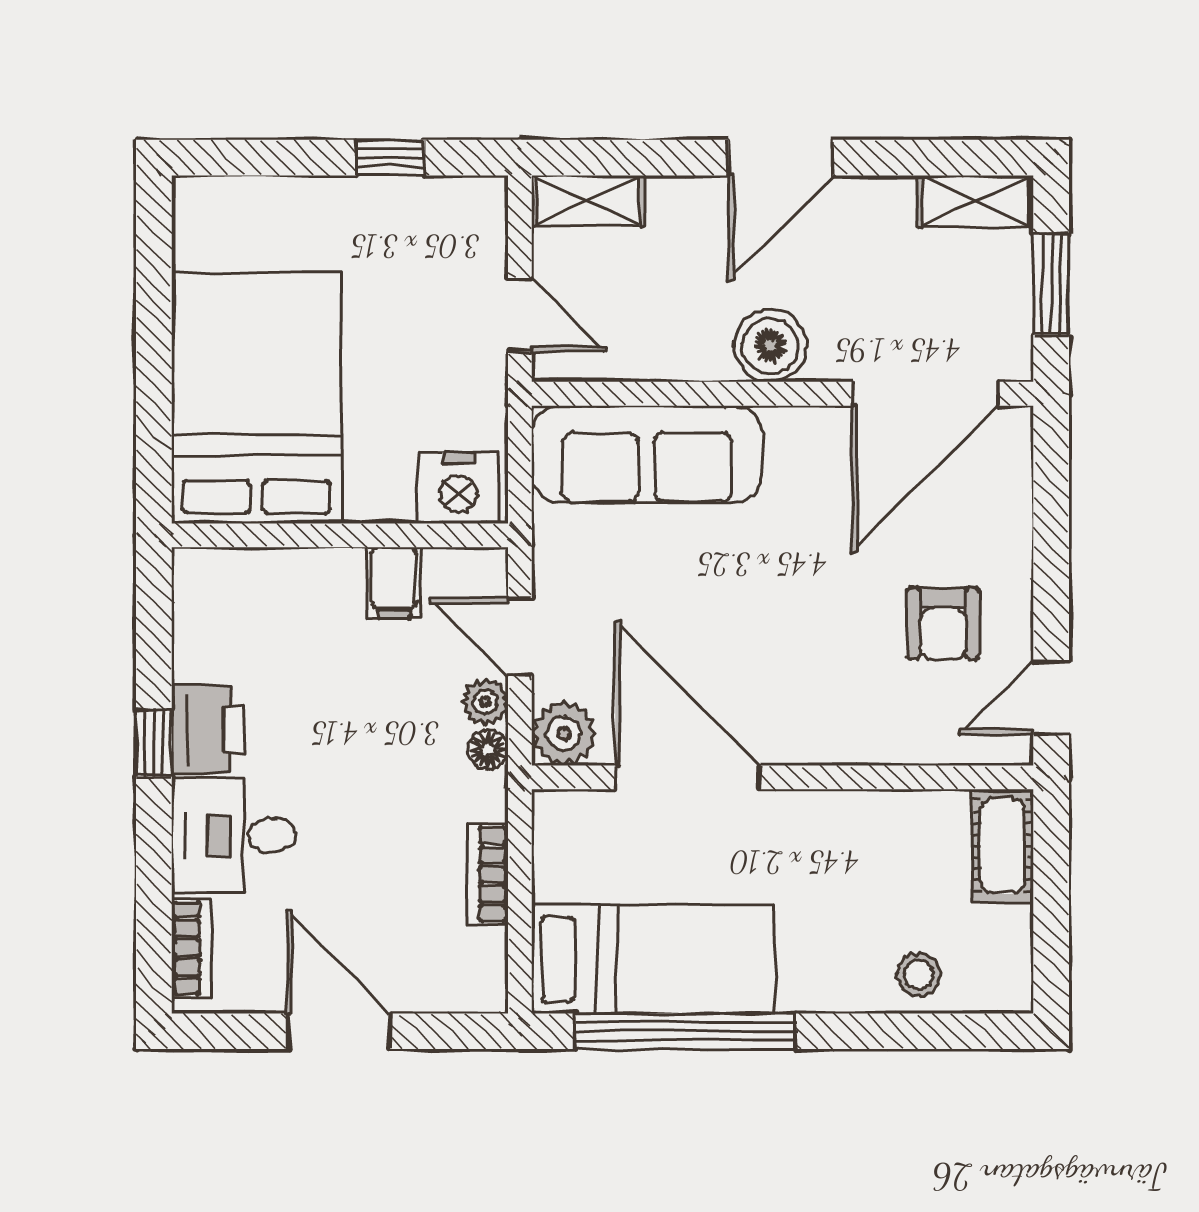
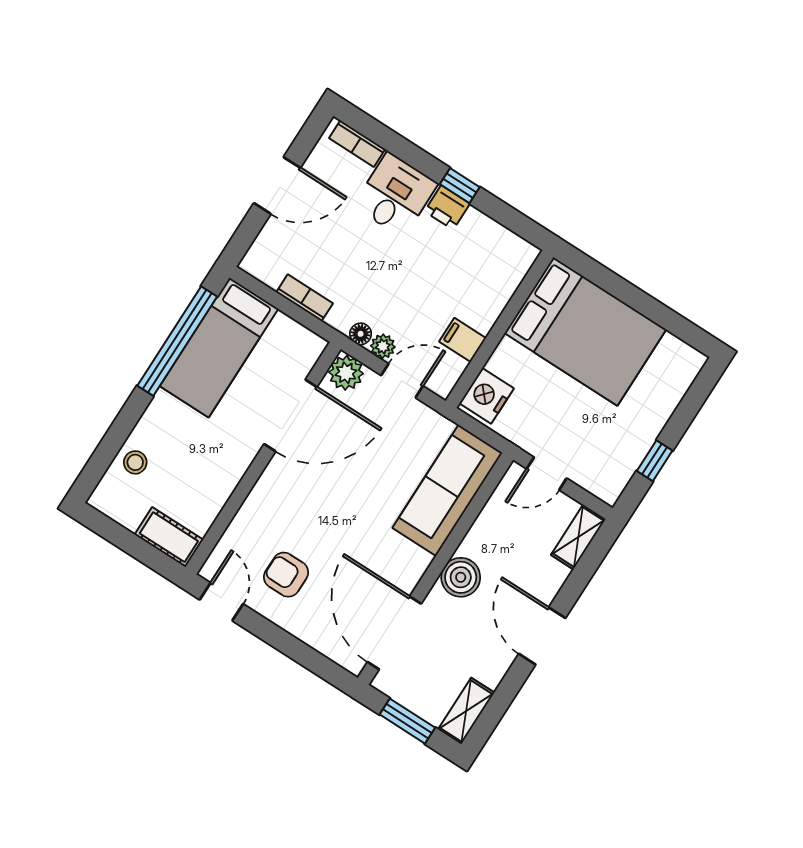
printer: (208, 729) -> (447, 207), width x0.73, depth x0.81

